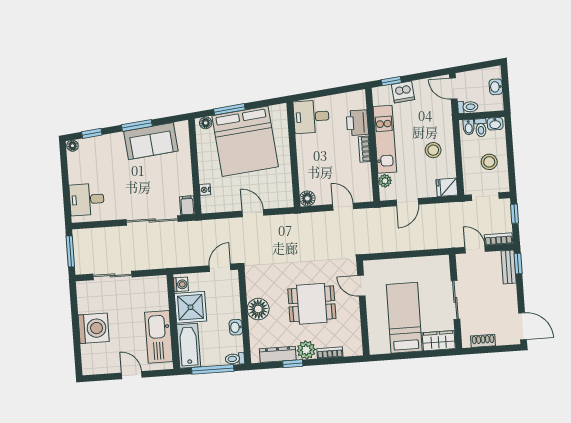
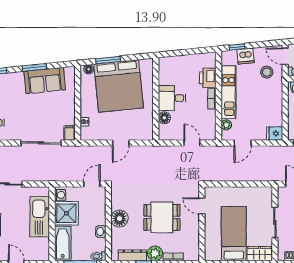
desk: (311, 117) -> (172, 98), moved
stool: (433, 150) -> (267, 72), moved
floor lamp: (307, 198) -> (164, 118), moved
door: (253, 213) -> (121, 143), swing flipped
kitchen sink: (159, 337) -> (40, 217), moved

